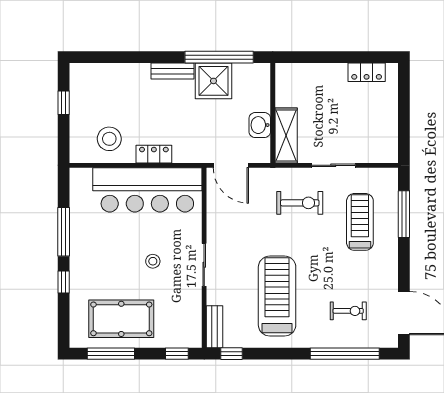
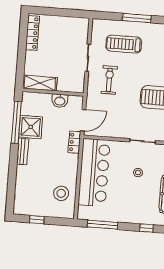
locker: (367, 72) -> (32, 33), width x1.53
shelving: (286, 136) -> (40, 83), moved
locker: (154, 154) -> (74, 142), moved
window: (404, 214) -> (137, 18), moved
window: (64, 232) -> (102, 225), moved

